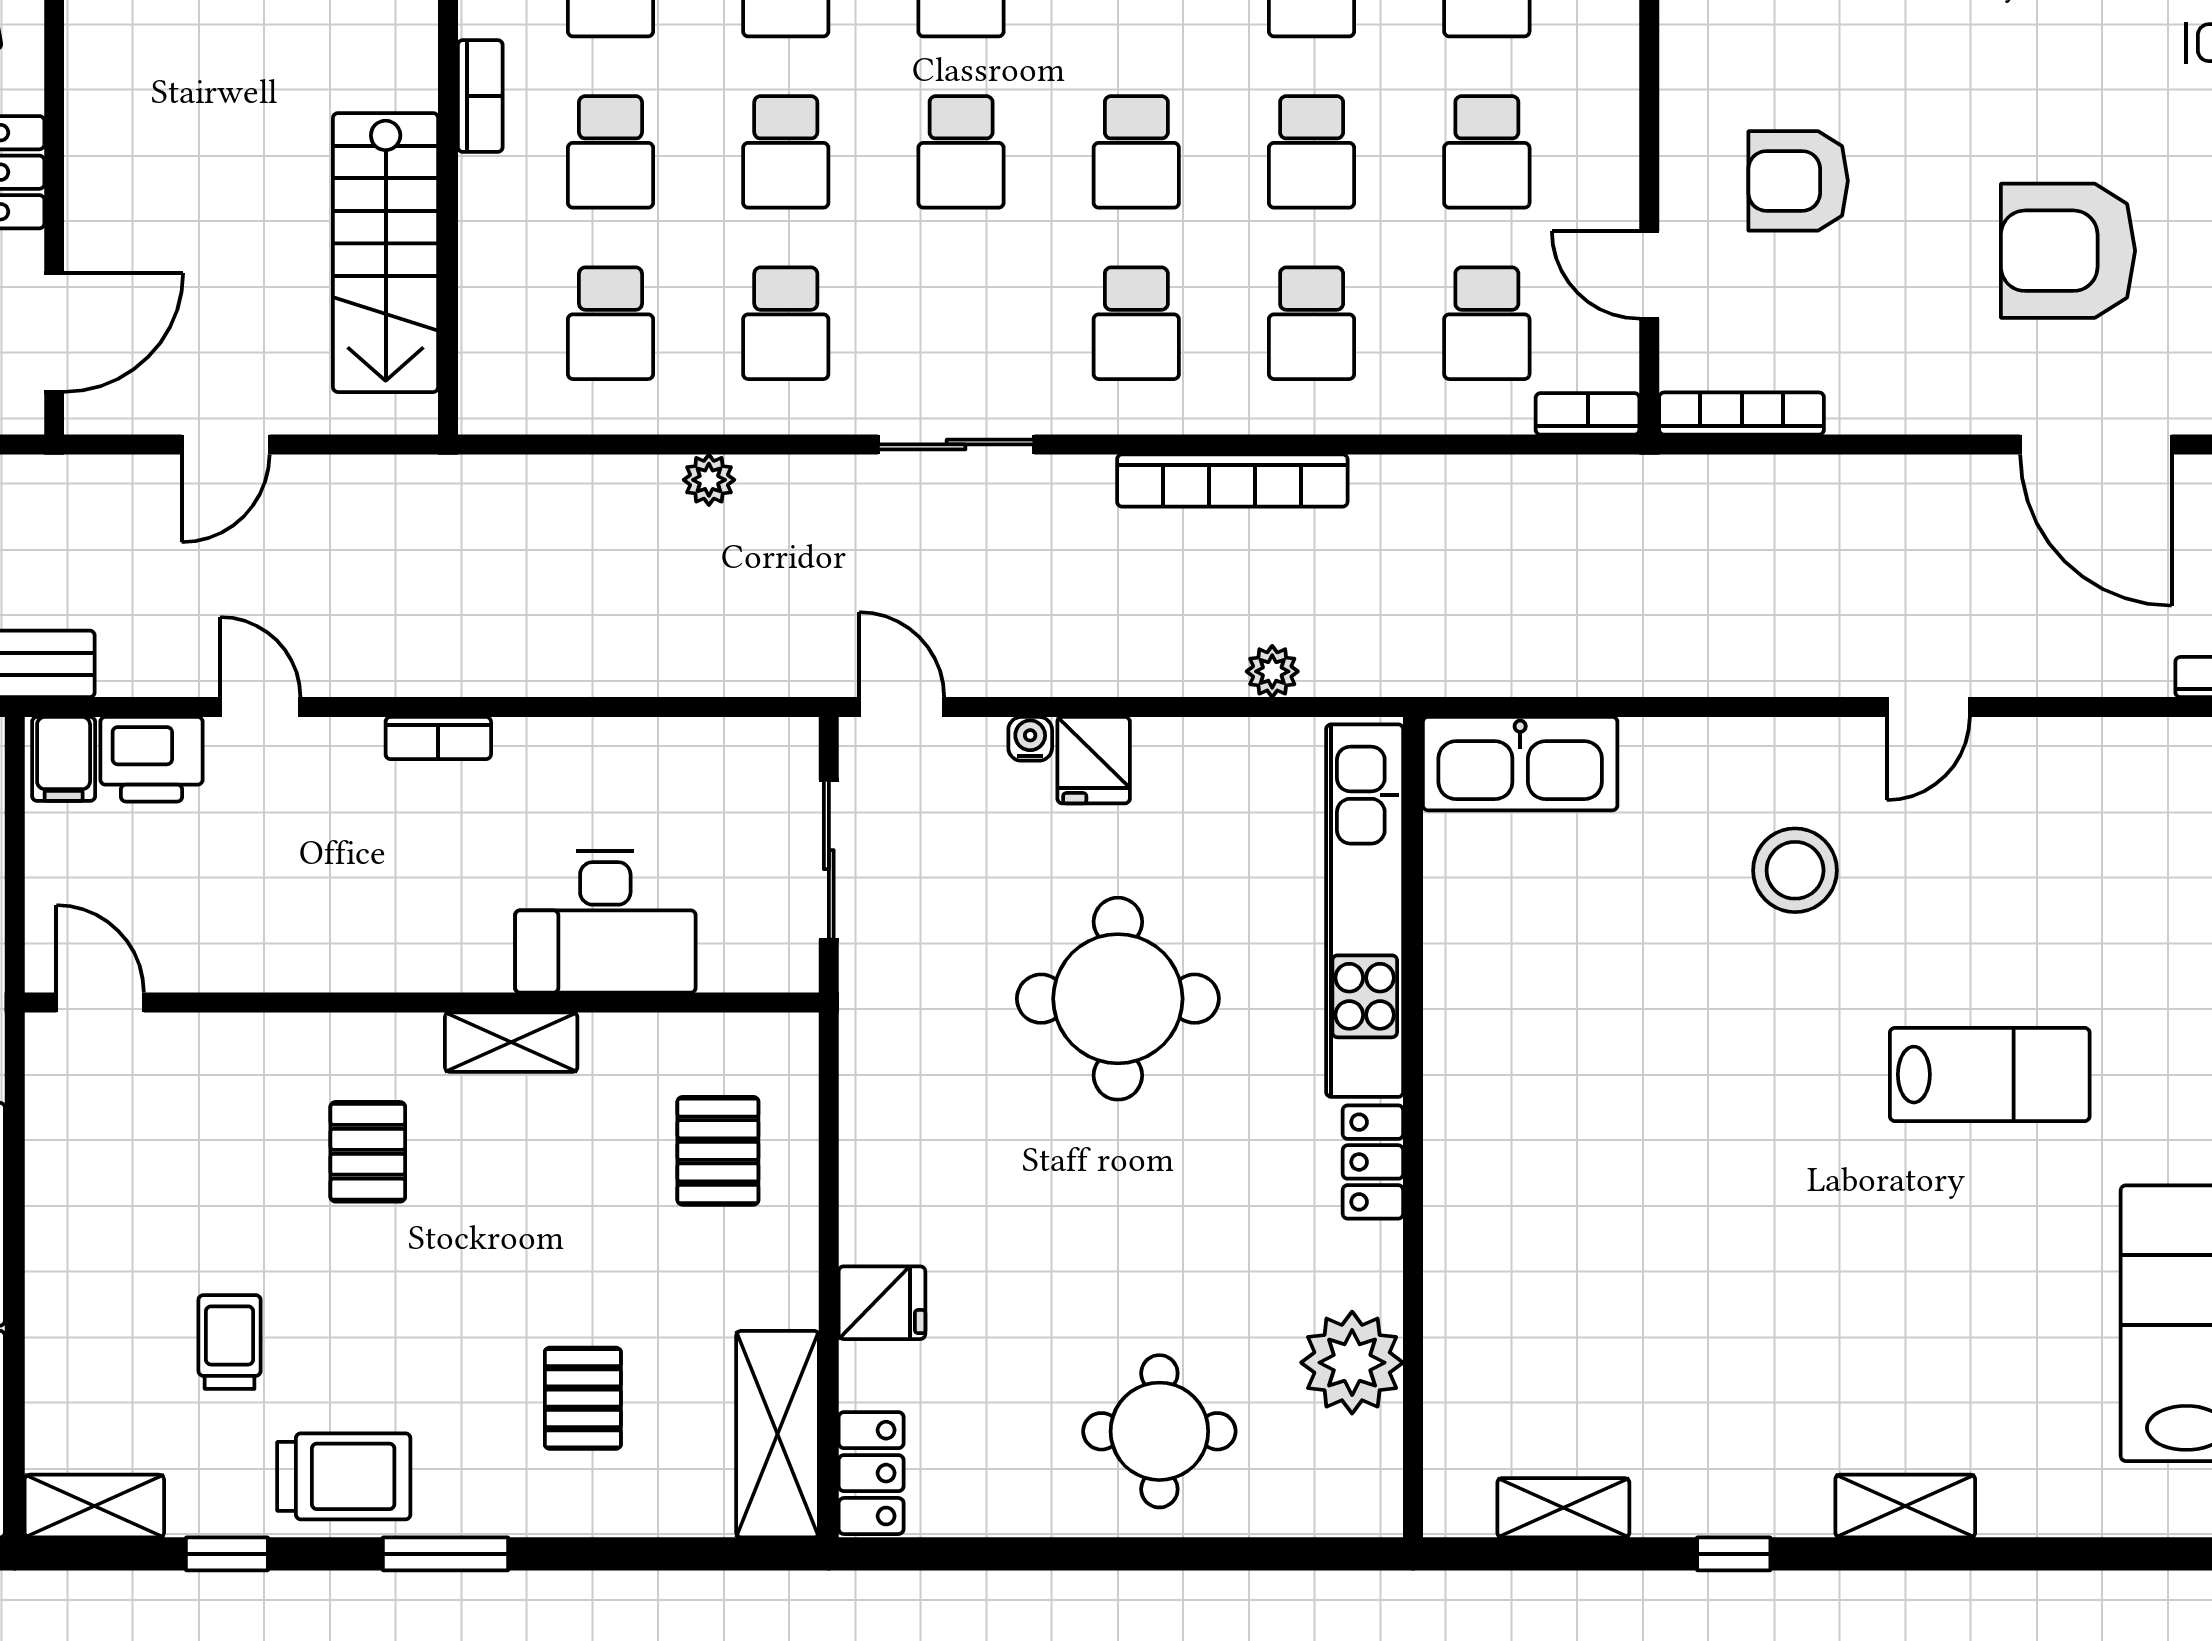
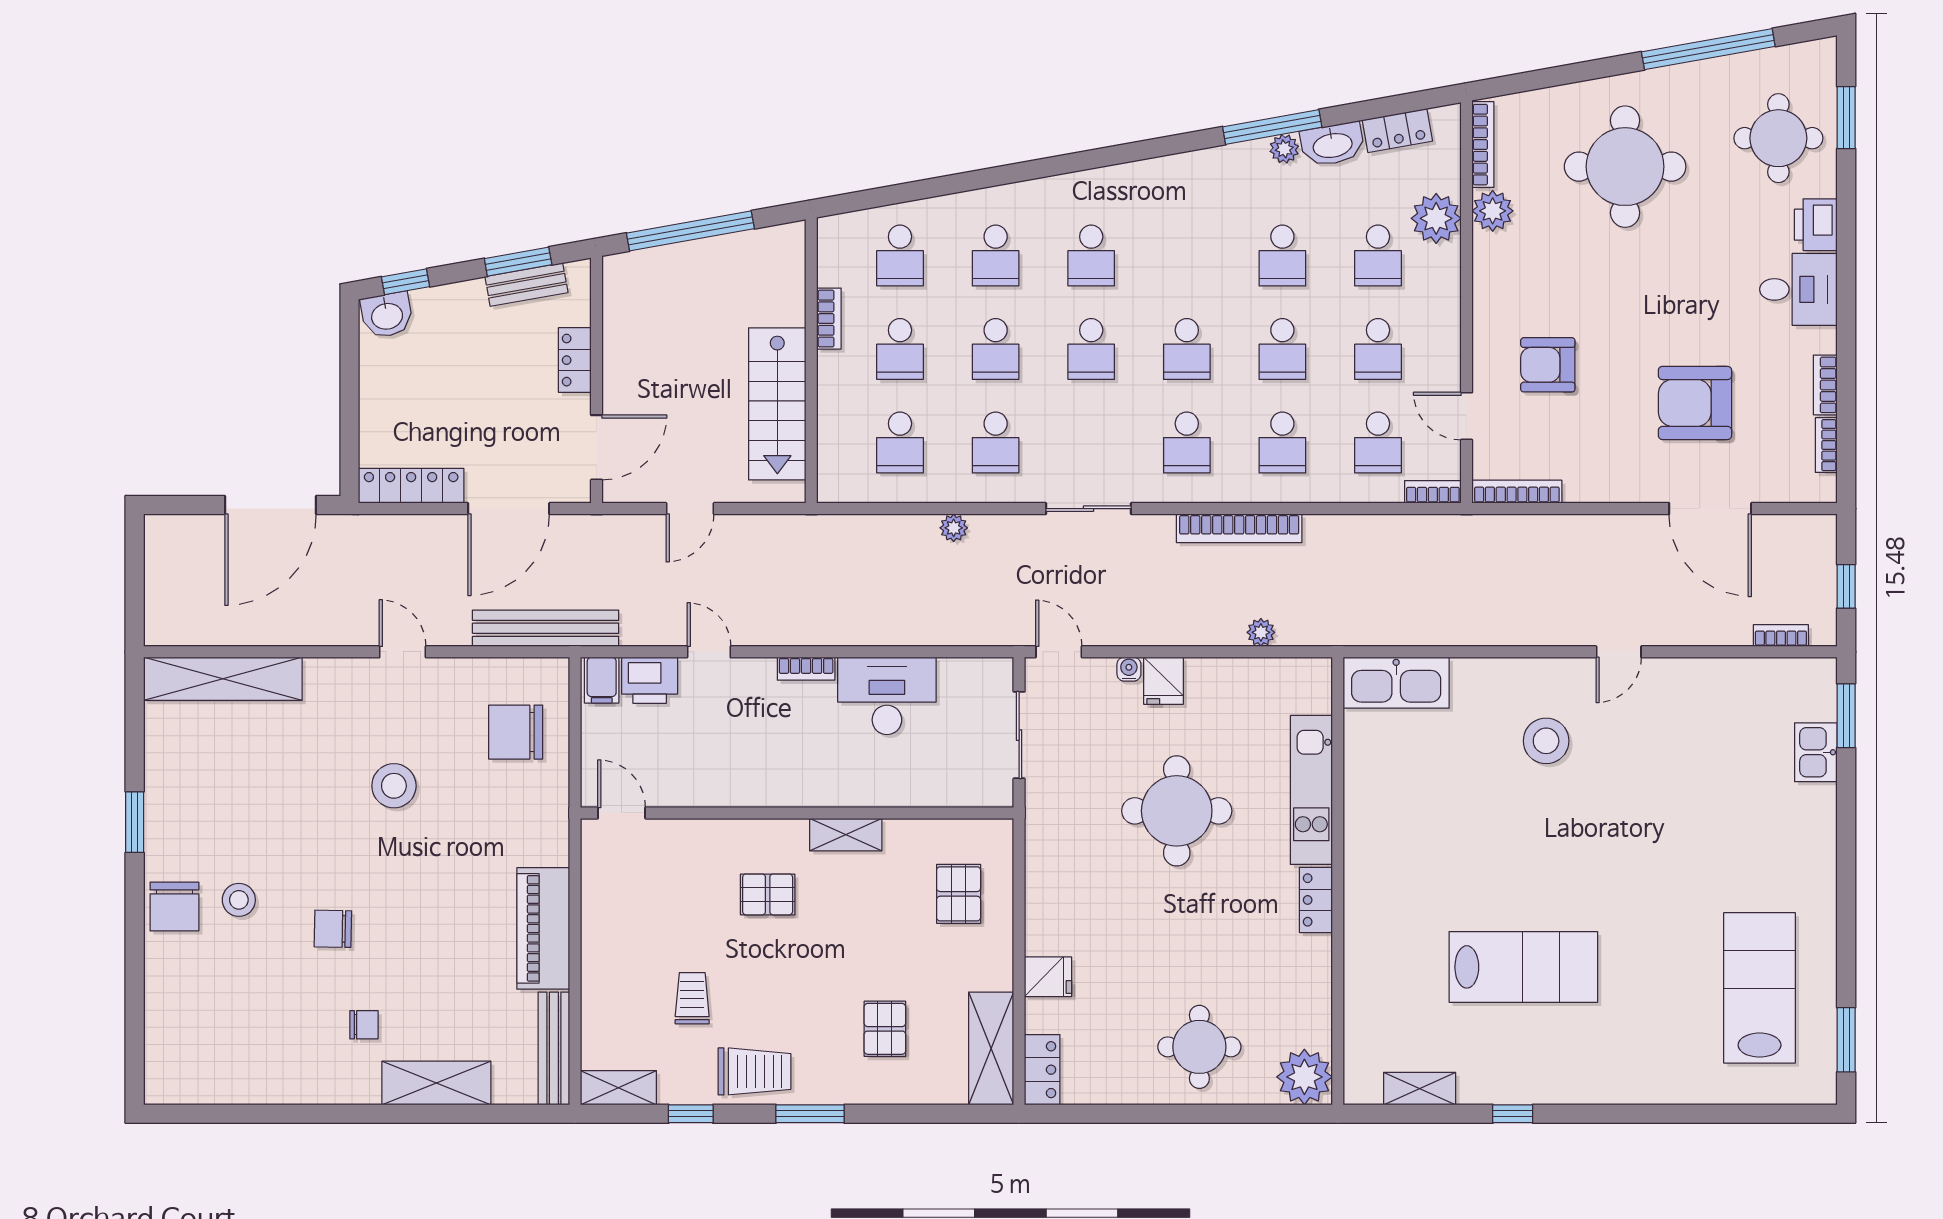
kitchen unit: (1365, 911) -> (1311, 790), width x0.73
desk: (605, 922) -> (887, 696), moved, turned 180
lab bench: (1990, 1075) -> (1523, 967), moved, width x1.36, depth x1.39
pallet: (368, 1152) -> (768, 894), turned 90
plant: (1352, 1363) -> (1304, 1077), moved
shelving: (1905, 1506) -> (1606, 1088), removed

